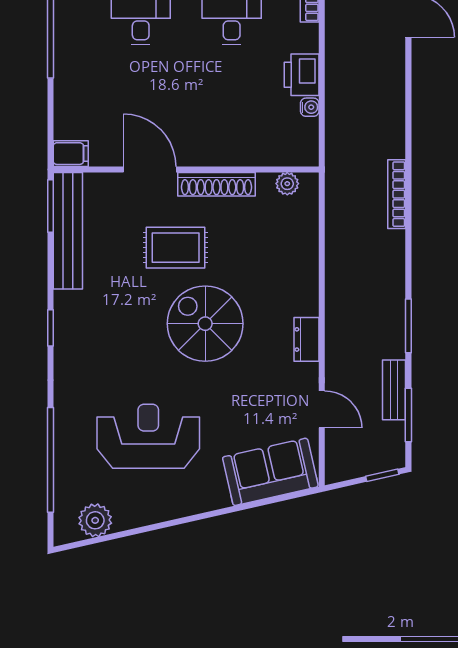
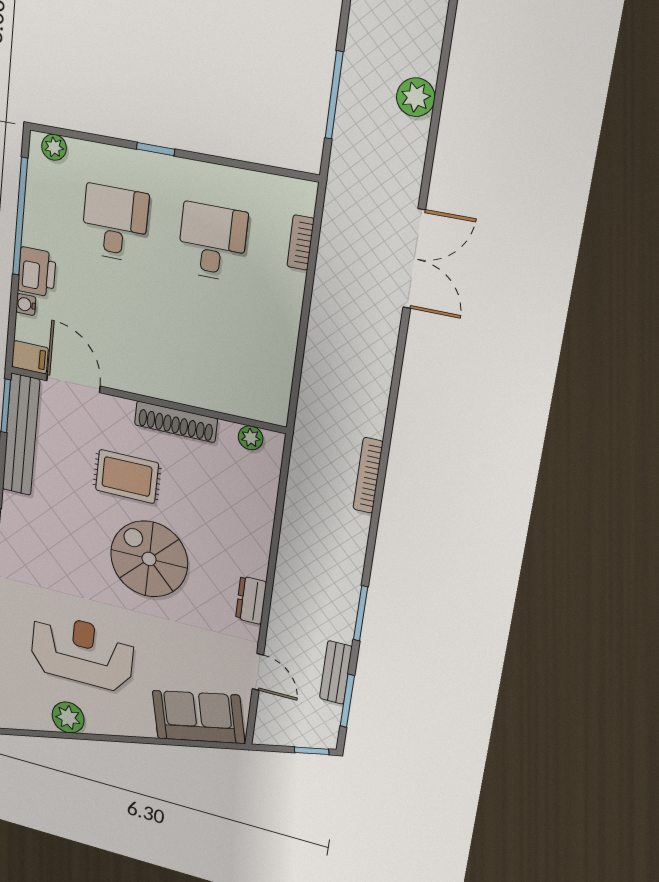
printer: (302, 75) -> (37, 272), moved, turned 180
water cooler: (310, 107) -> (26, 304), moved, turned 180
door: (150, 169) -> (73, 383), moved
plant: (95, 520) -> (68, 717), moved

